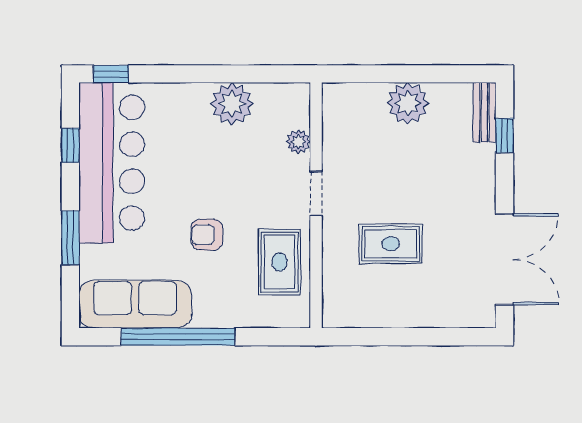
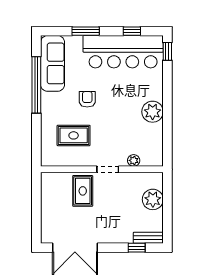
plant: (298, 142) -> (134, 160), moved
doorway: (316, 193) -> (108, 169), moved
wall: (316, 205) -> (102, 169), moved

